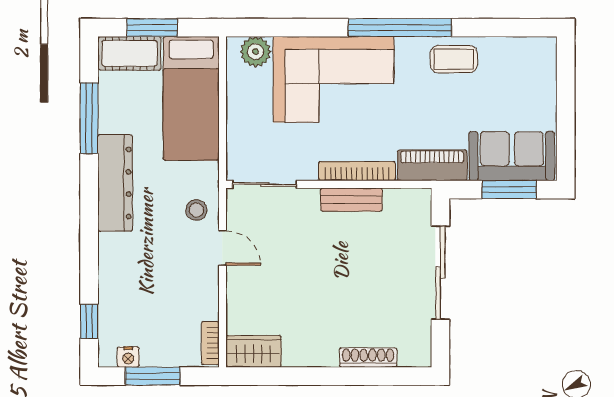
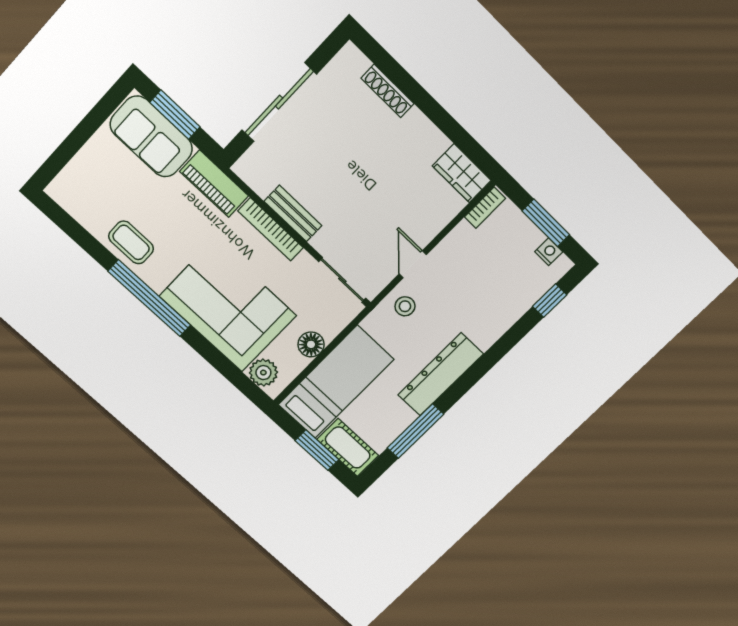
floor lamp: (240, 110) -> (311, 344), added

